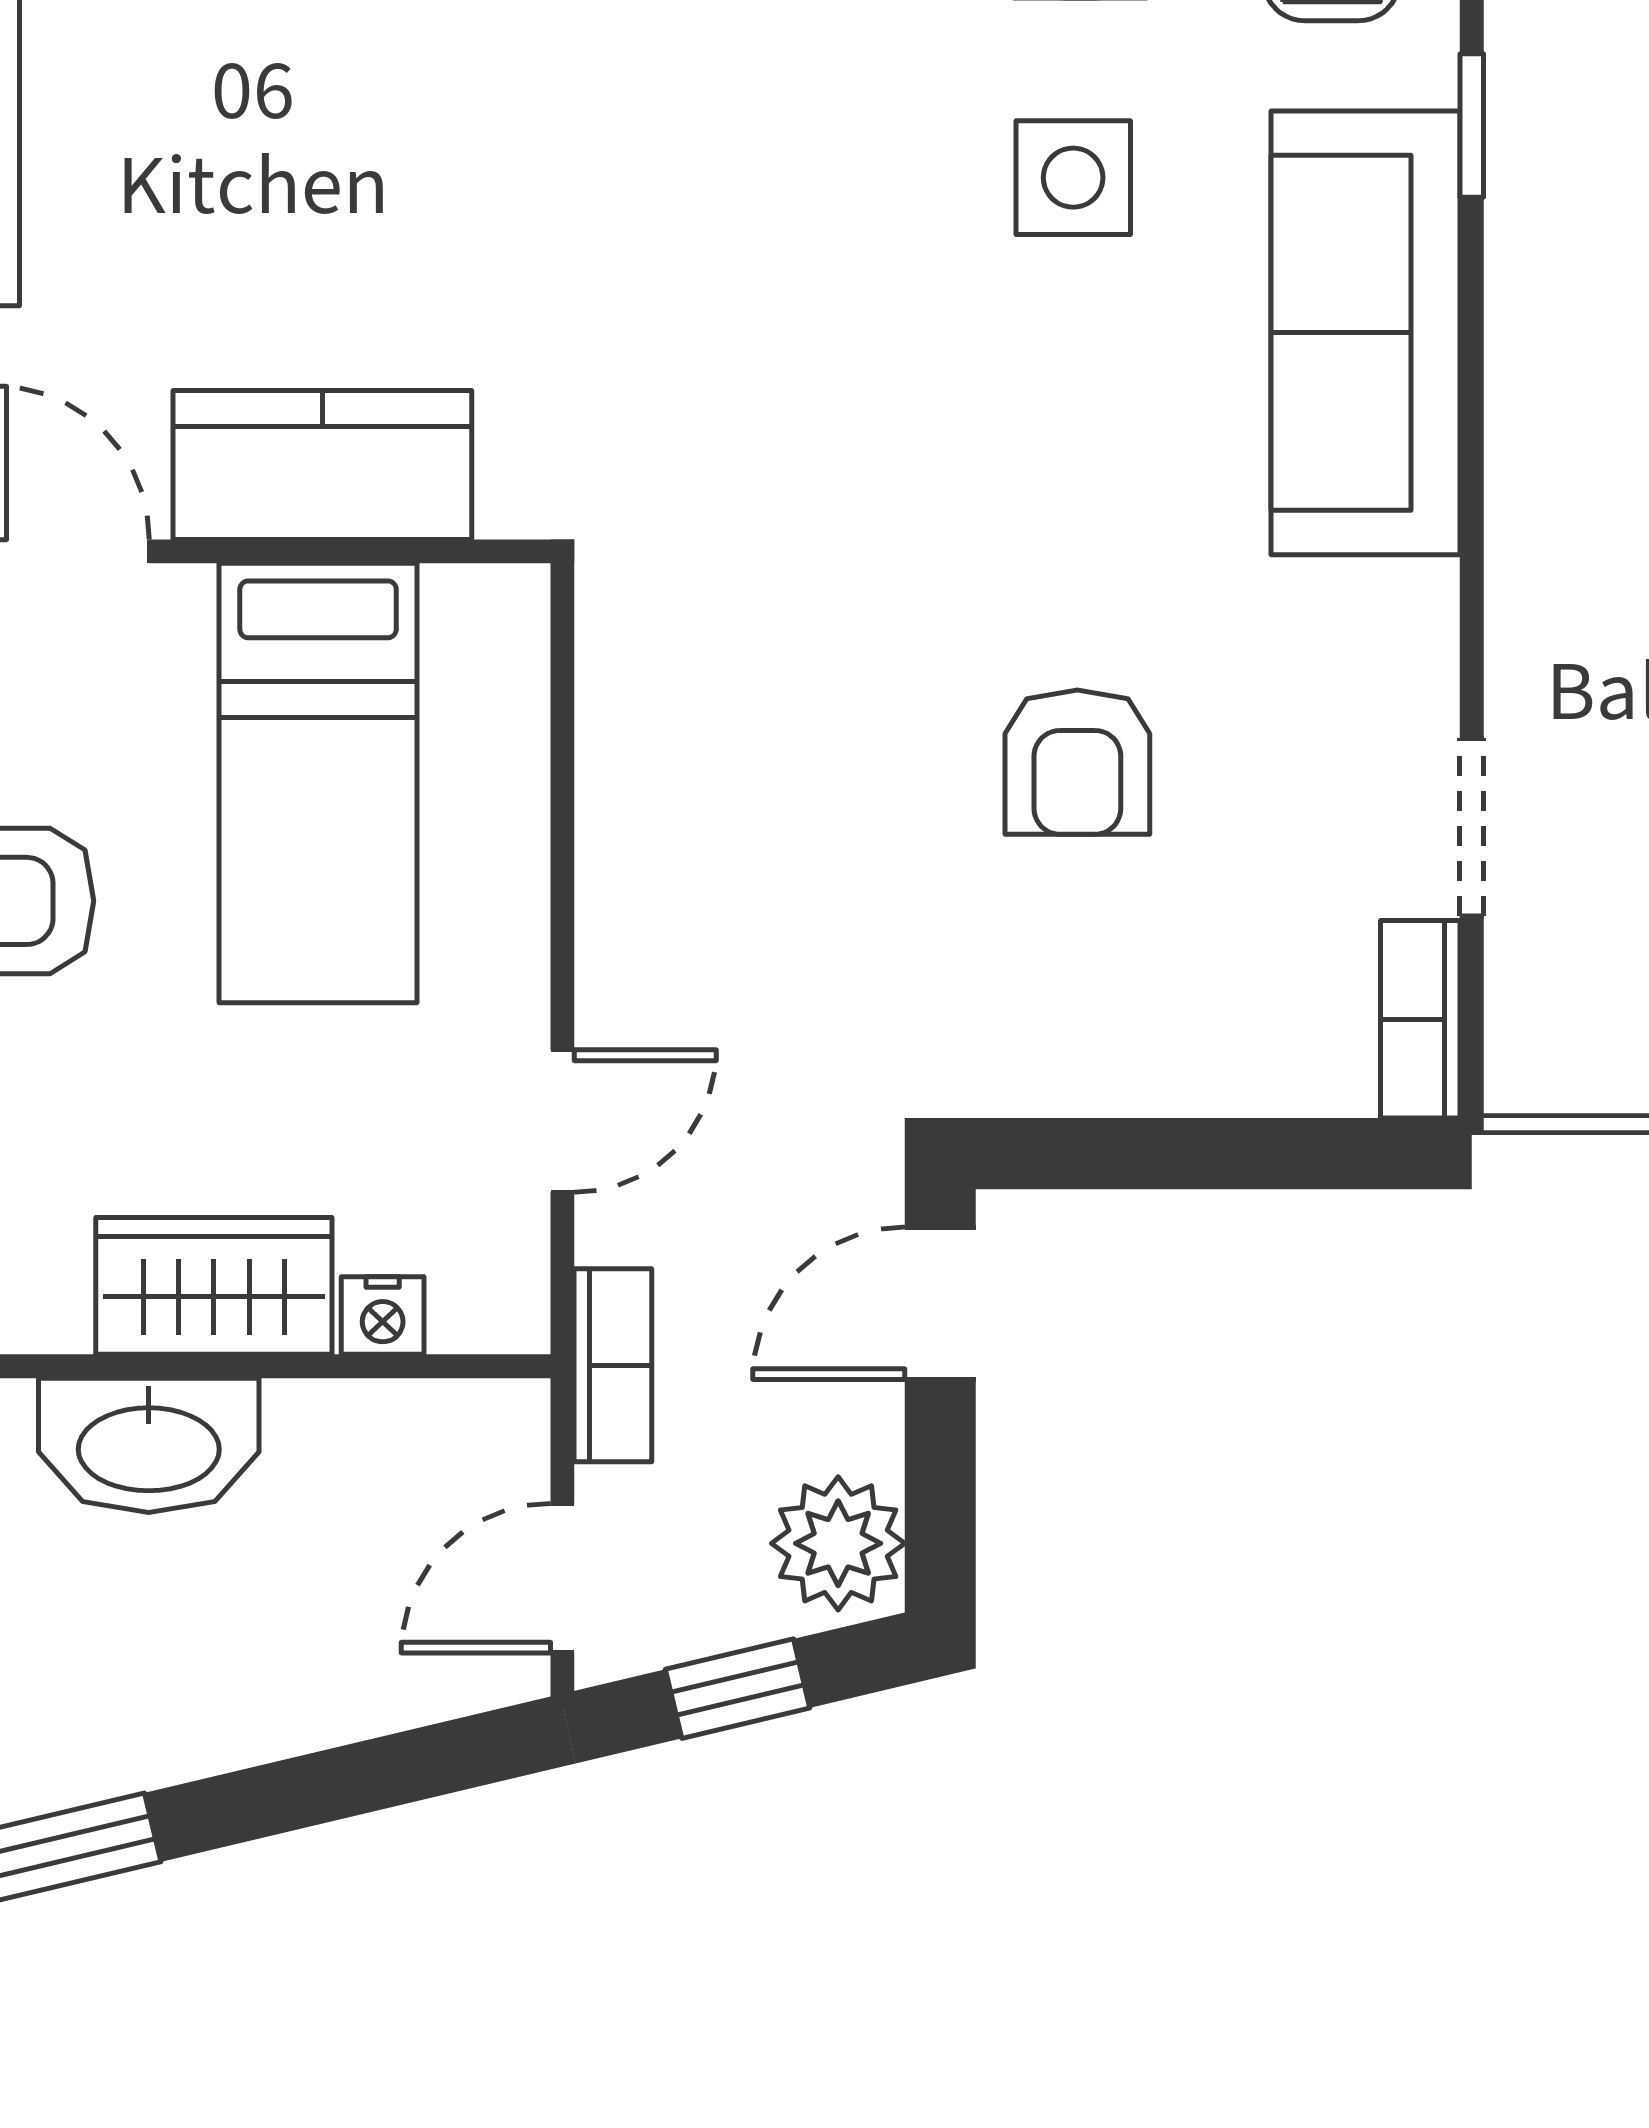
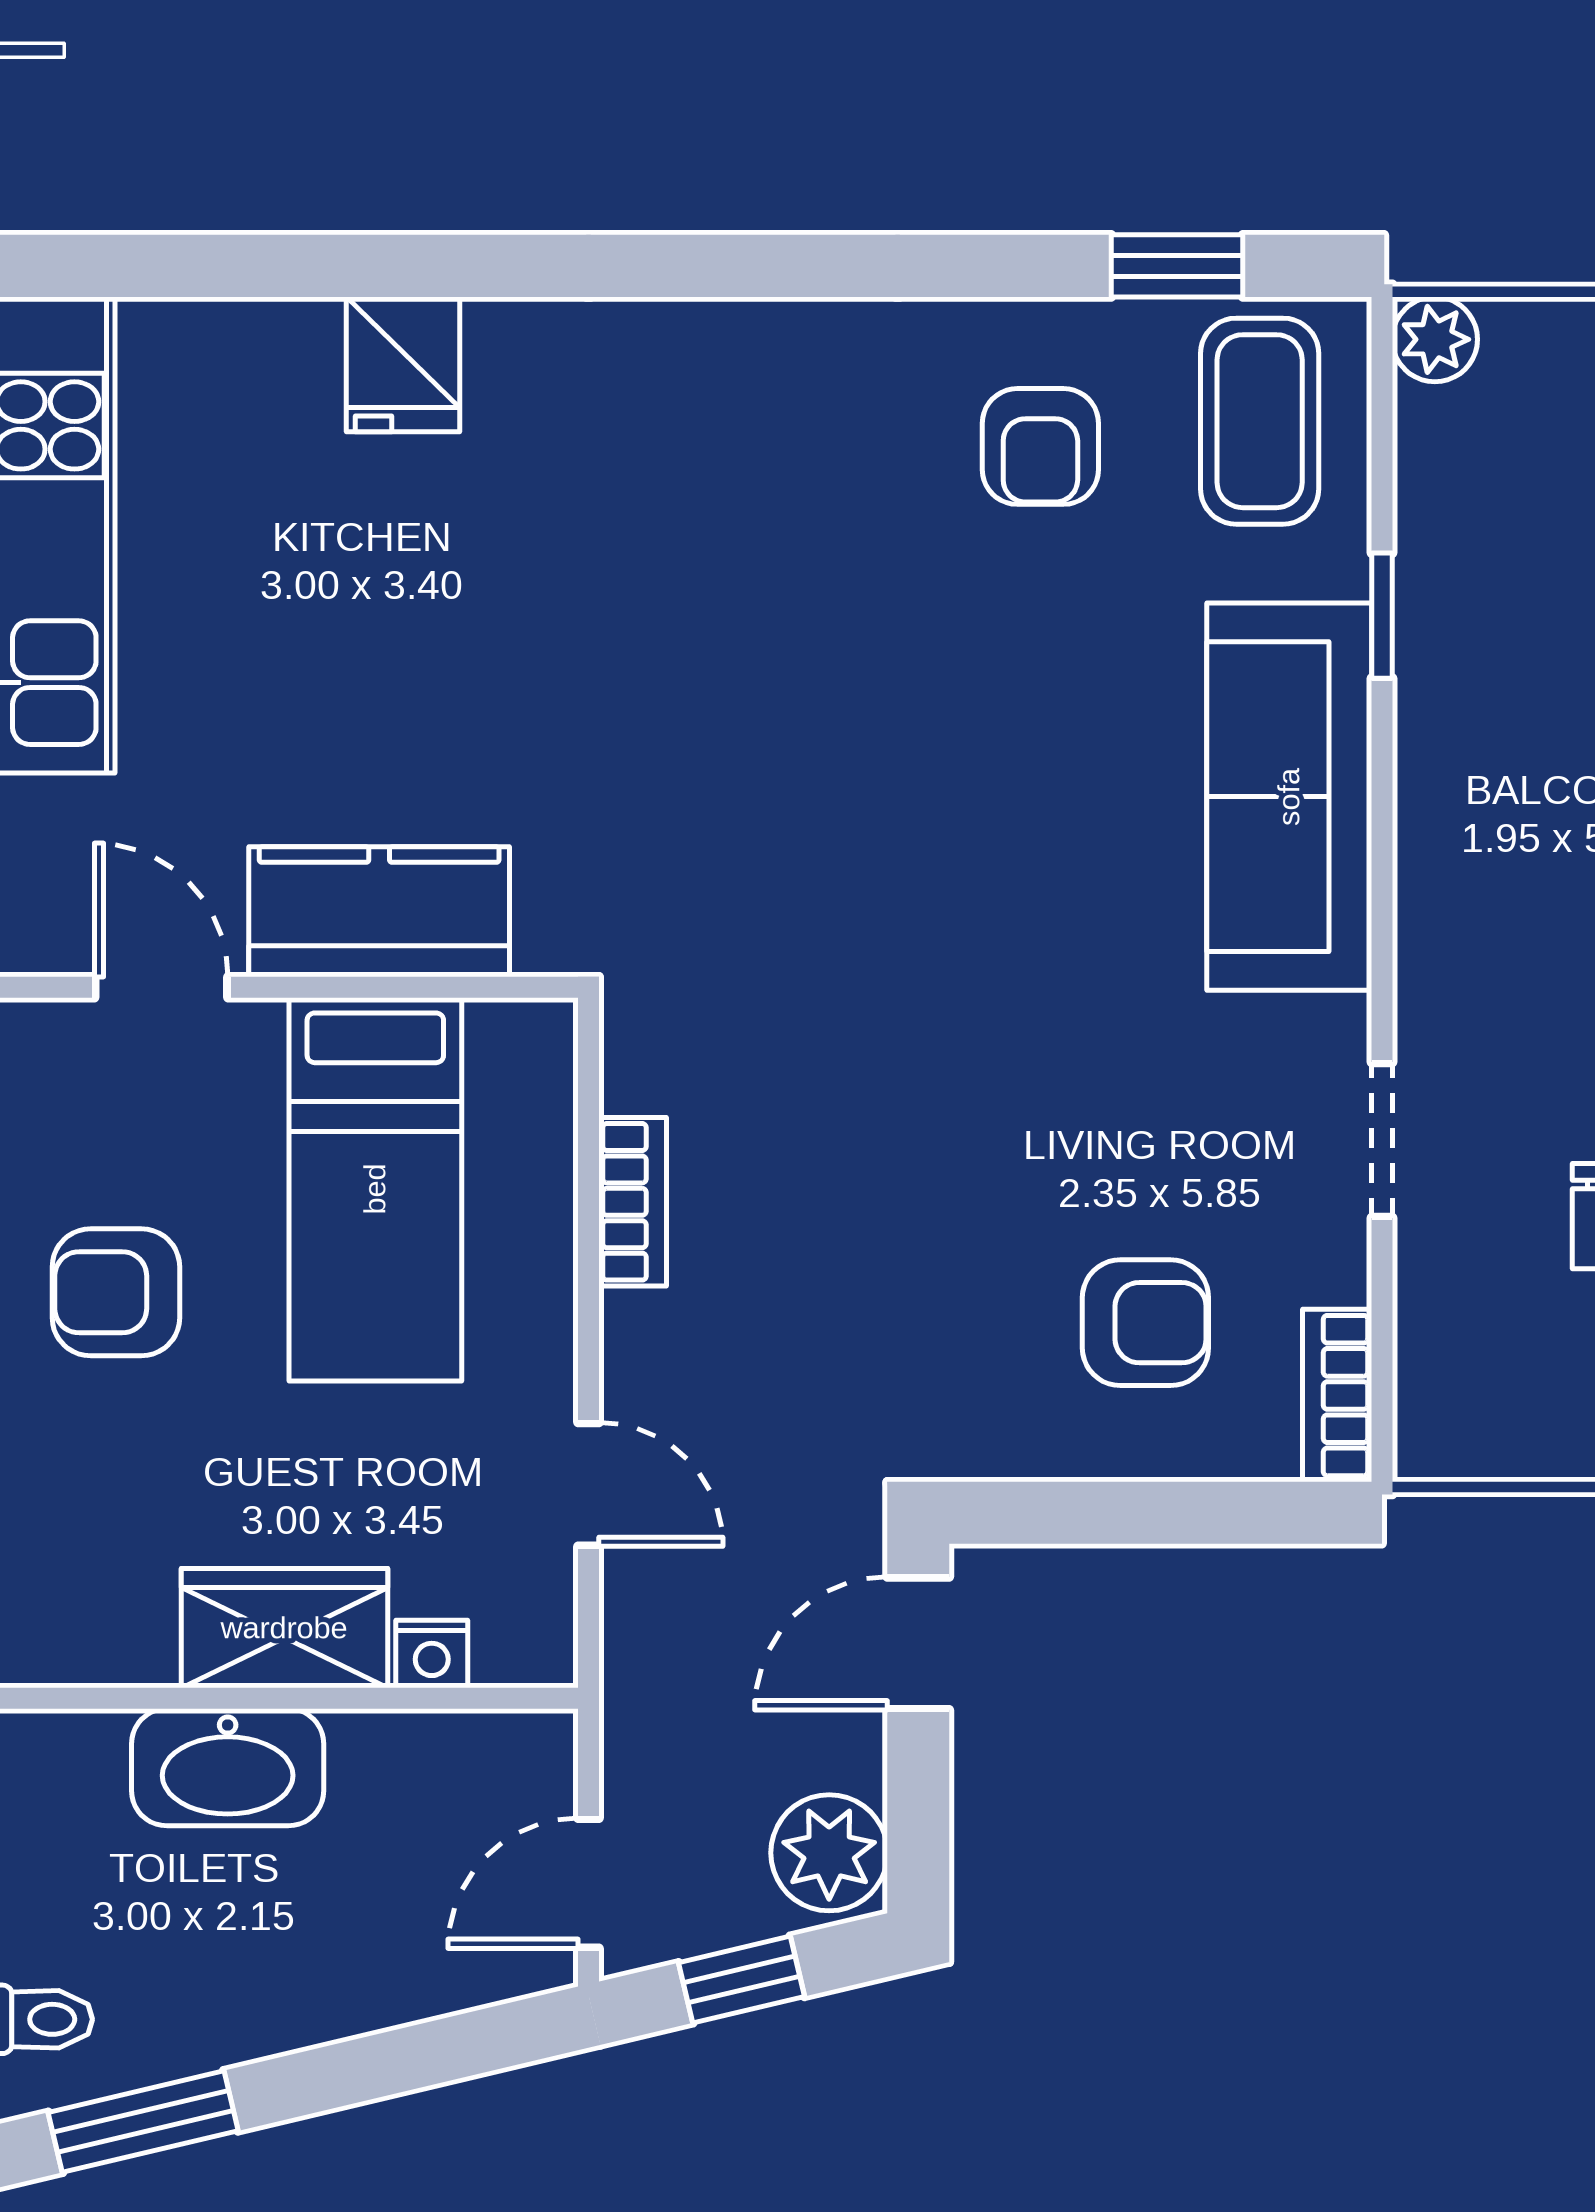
side table: (1073, 178) -> (1034, 661), removed
armchair: (1077, 762) -> (1145, 1323), moved, turned -90
doorway: (1472, 827) -> (1382, 1140), moved
door: (562, 1121) -> (589, 1484), hinge flipped
bookcase: (613, 1365) -> (633, 1202), moved

